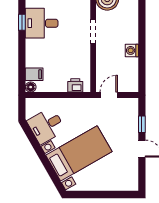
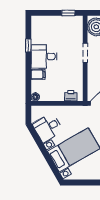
desk: (42, 23) -> (44, 56), moved
filing cabinet: (34, 74) -> (38, 74), moved

